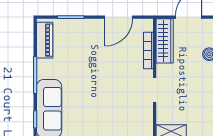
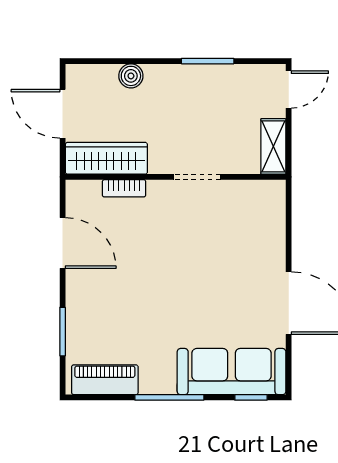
bookcase: (148, 50) -> (124, 188), width x0.64

